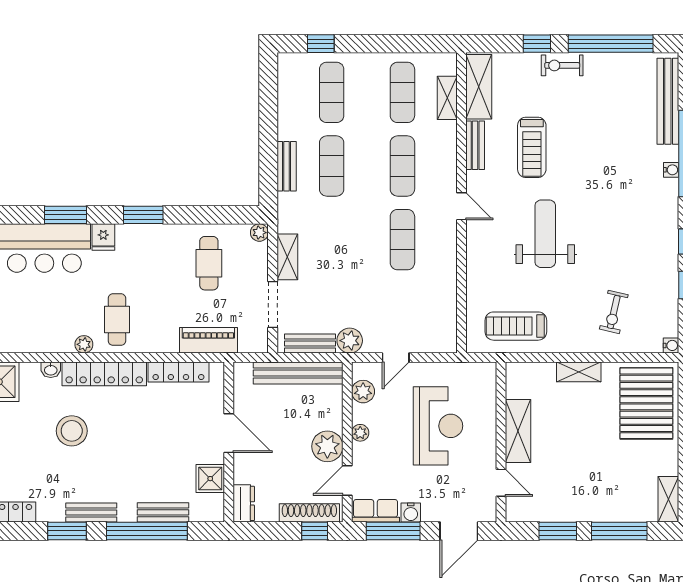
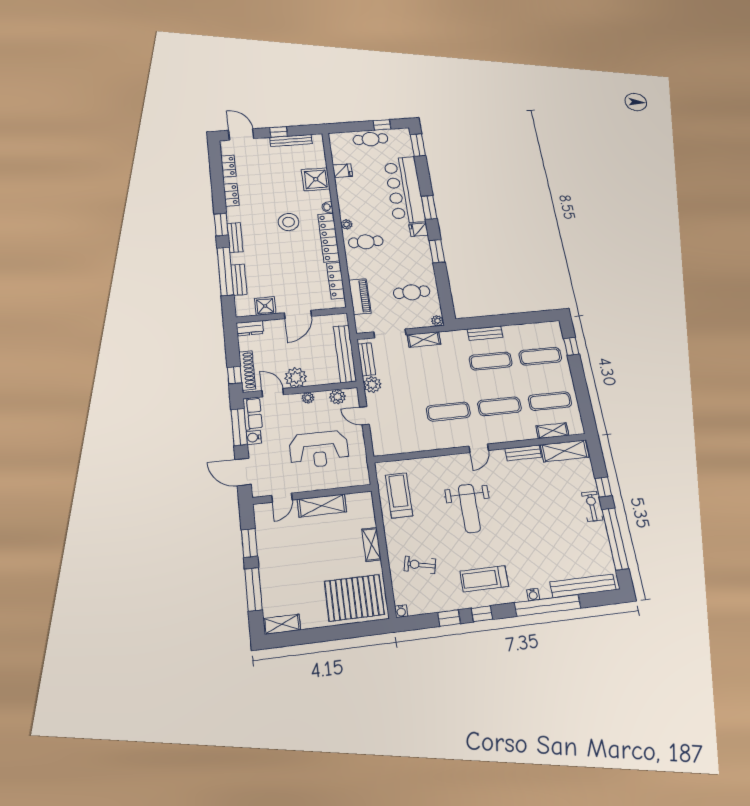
treadmill: (532, 147) -> (484, 579), moved
weight bench: (545, 234) -> (469, 508), turned 90

